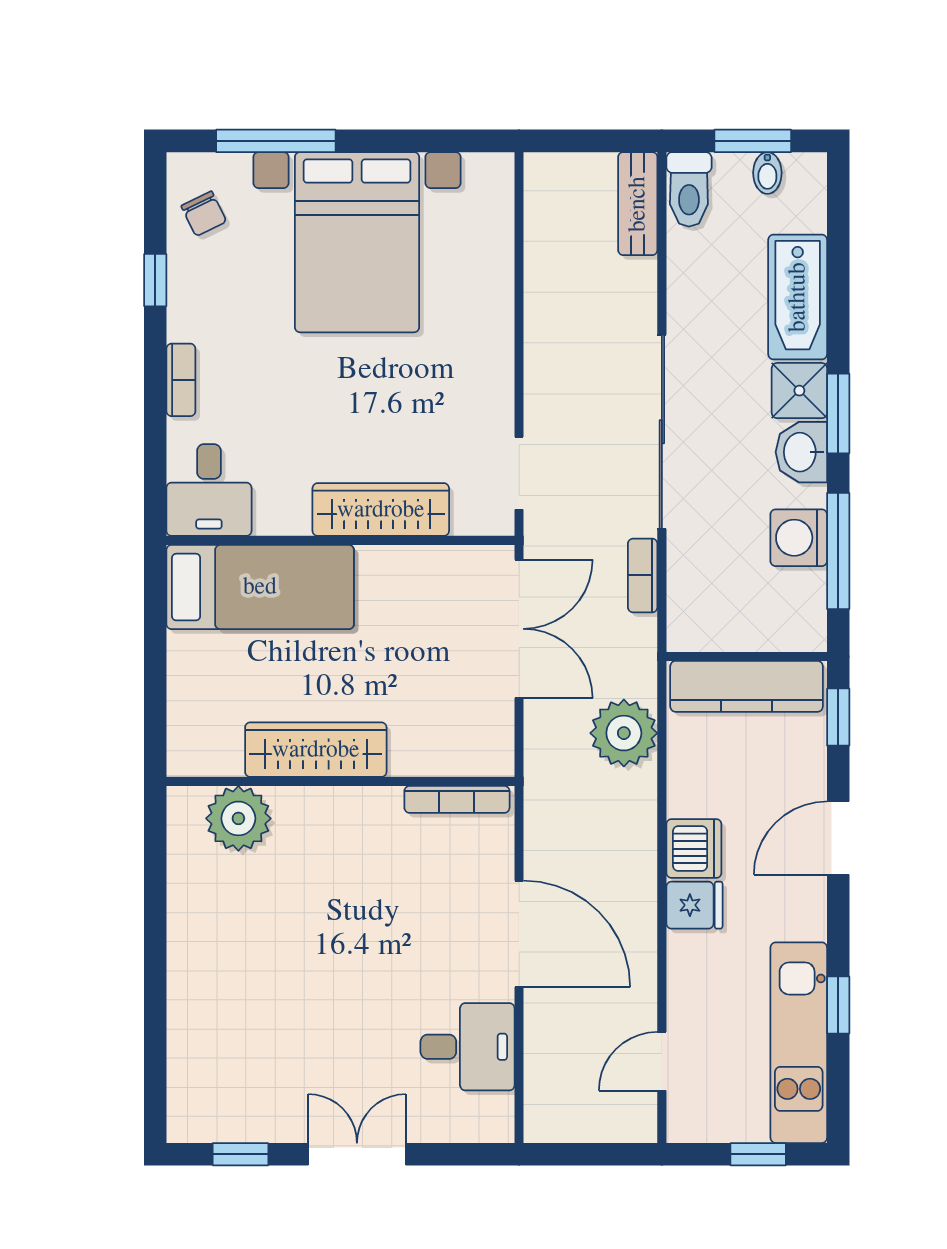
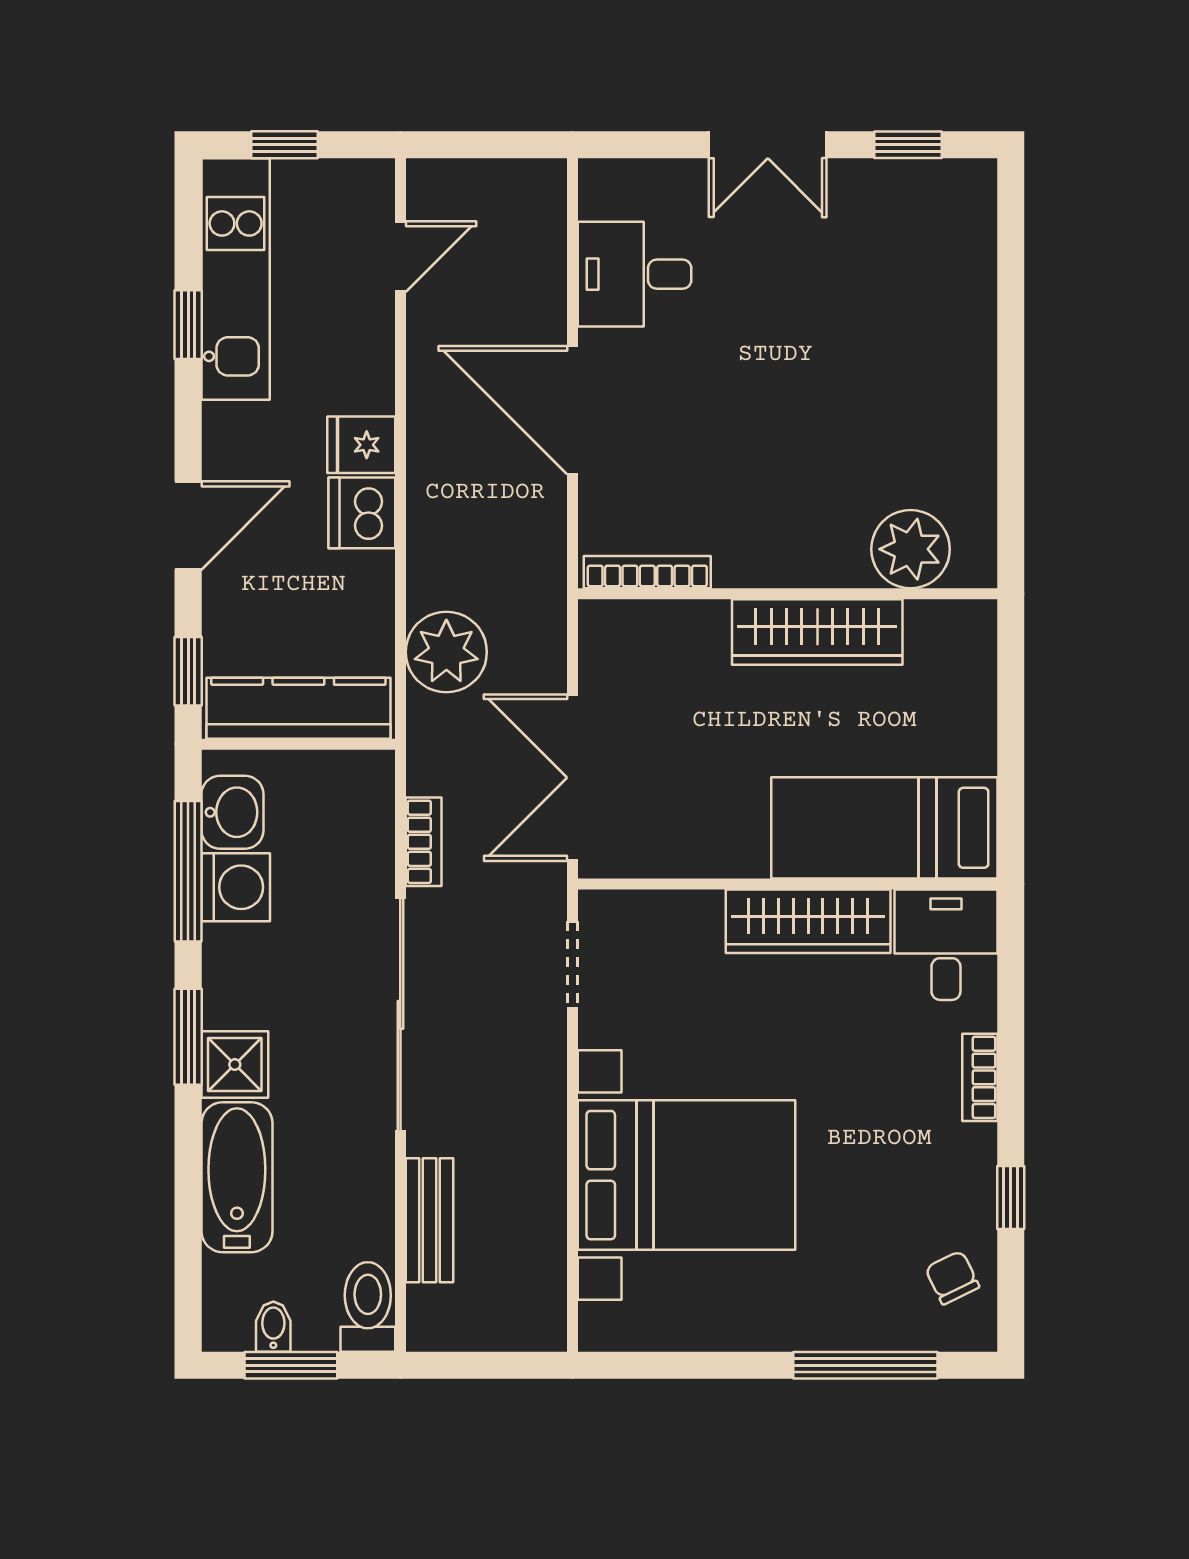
bench: (638, 204) -> (430, 1220), moved
bed with nightstands: (357, 242) -> (686, 1175), moved, turned 90
washbasin: (801, 452) -> (232, 812), moved
wardrobe: (381, 510) -> (808, 921), moved

